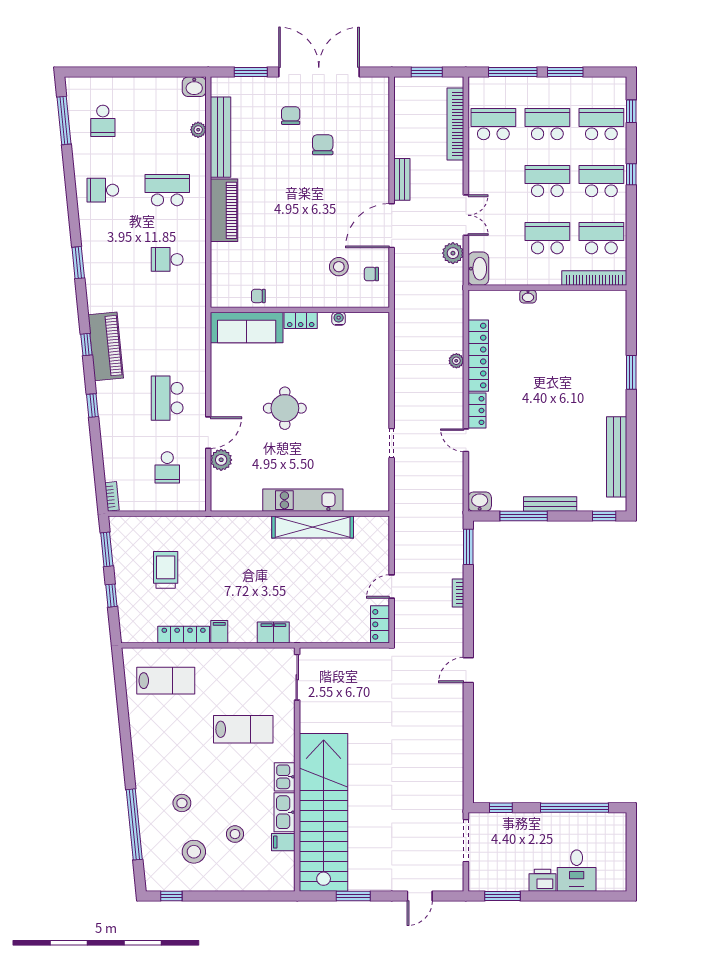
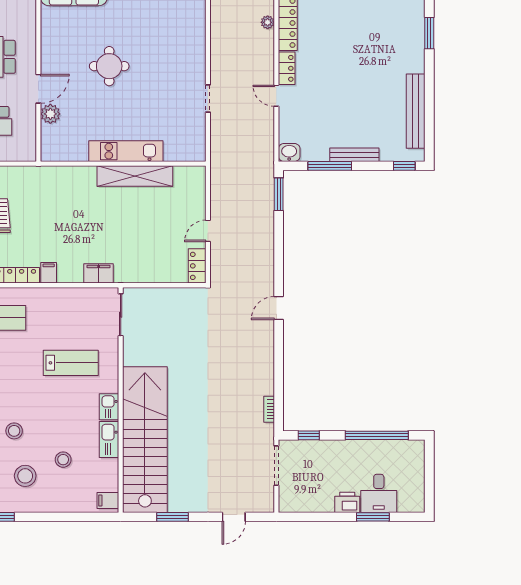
bookcase: (458, 593) -> (269, 409), moved
filing cabinet: (283, 842) -> (108, 501), moved
window: (502, 896) -> (373, 517), moved

